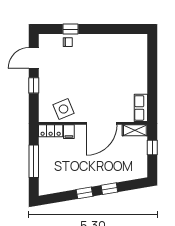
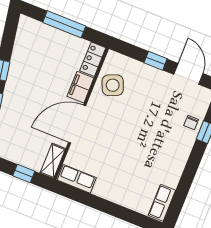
row of seats: (134, 40) -> (162, 203), added
door: (102, 123) -> (77, 124), hinge flipped
filing cabinet: (69, 132) -> (80, 87), width x2.00

